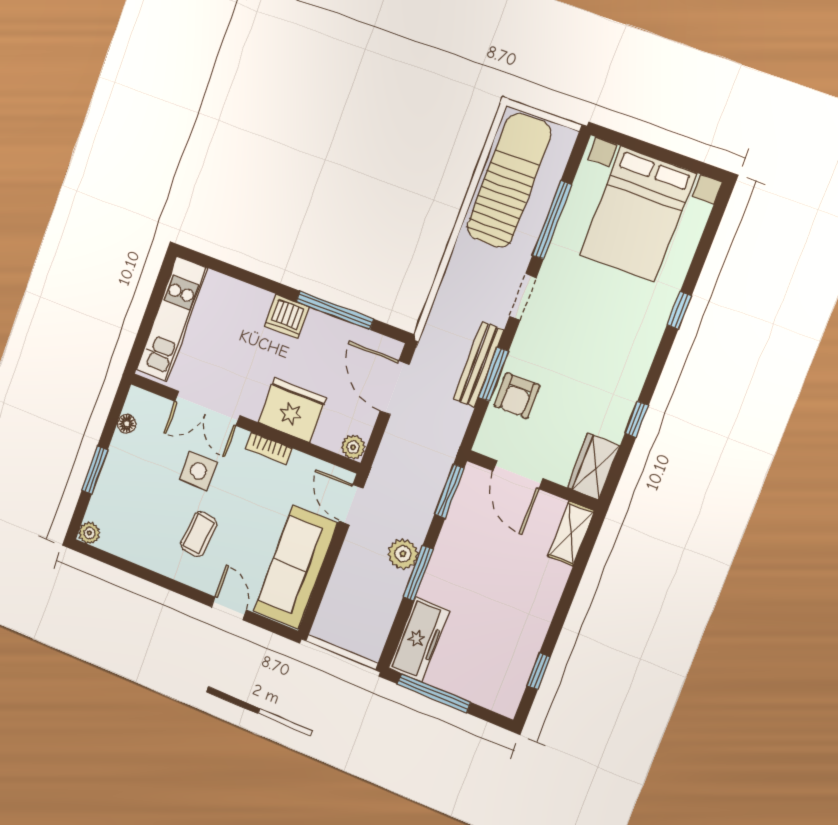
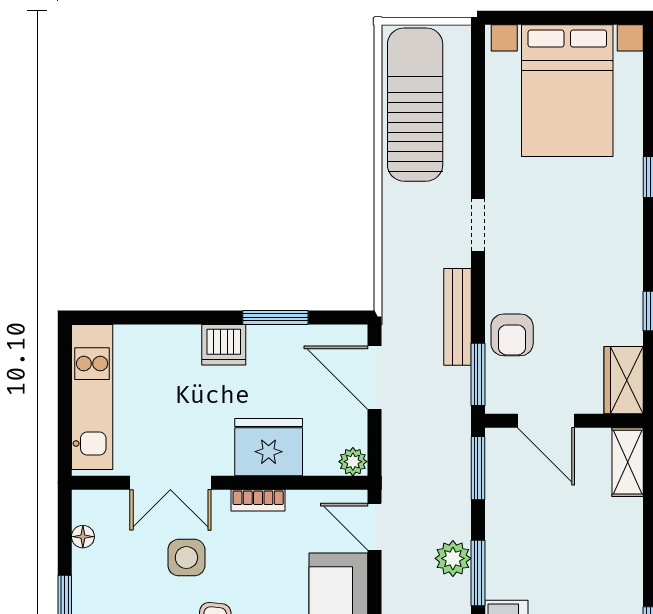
window: (552, 220) -> (478, 130), removed
window: (335, 310) -> (275, 317), width x0.69
window: (494, 374) -> (478, 374), moved

